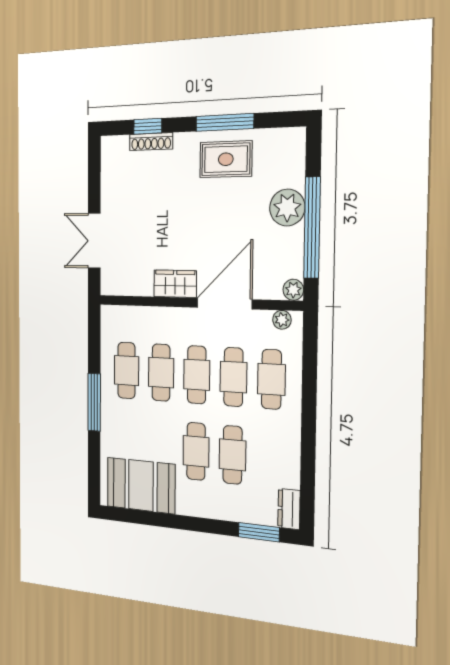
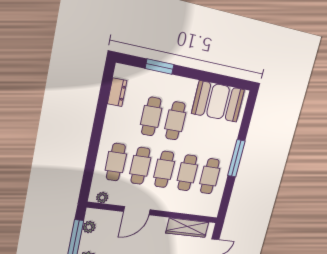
wardrobe: (175, 284) -> (187, 228), moved, width x1.50
plant: (293, 290) -> (89, 227), moved
door: (224, 303) -> (137, 211), width x0.73
dresser: (289, 509) -> (117, 92), moved
window: (259, 532) -> (160, 67), moved

